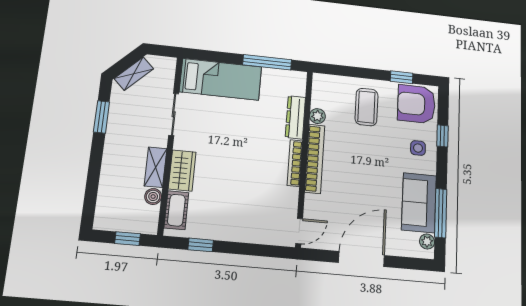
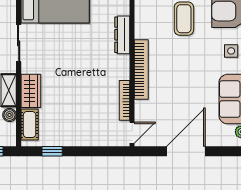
plant: (317, 116) -> (141, 32), removed
bookcase: (295, 163) -> (124, 100), moved

